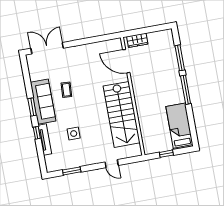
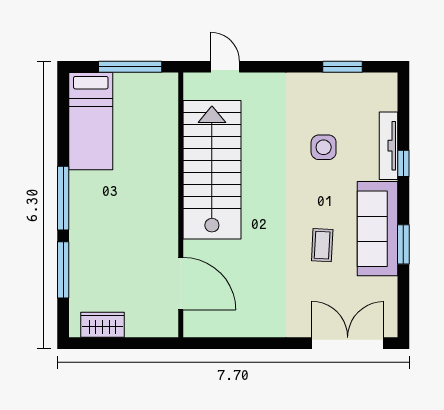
wardrobe: (137, 40) -> (103, 325), moved
double door: (47, 48) -> (348, 343), swing flipped
window: (32, 107) -> (403, 244), moved
window: (166, 154) -> (130, 67), width x2.17
door: (112, 164) -> (225, 67), moved

